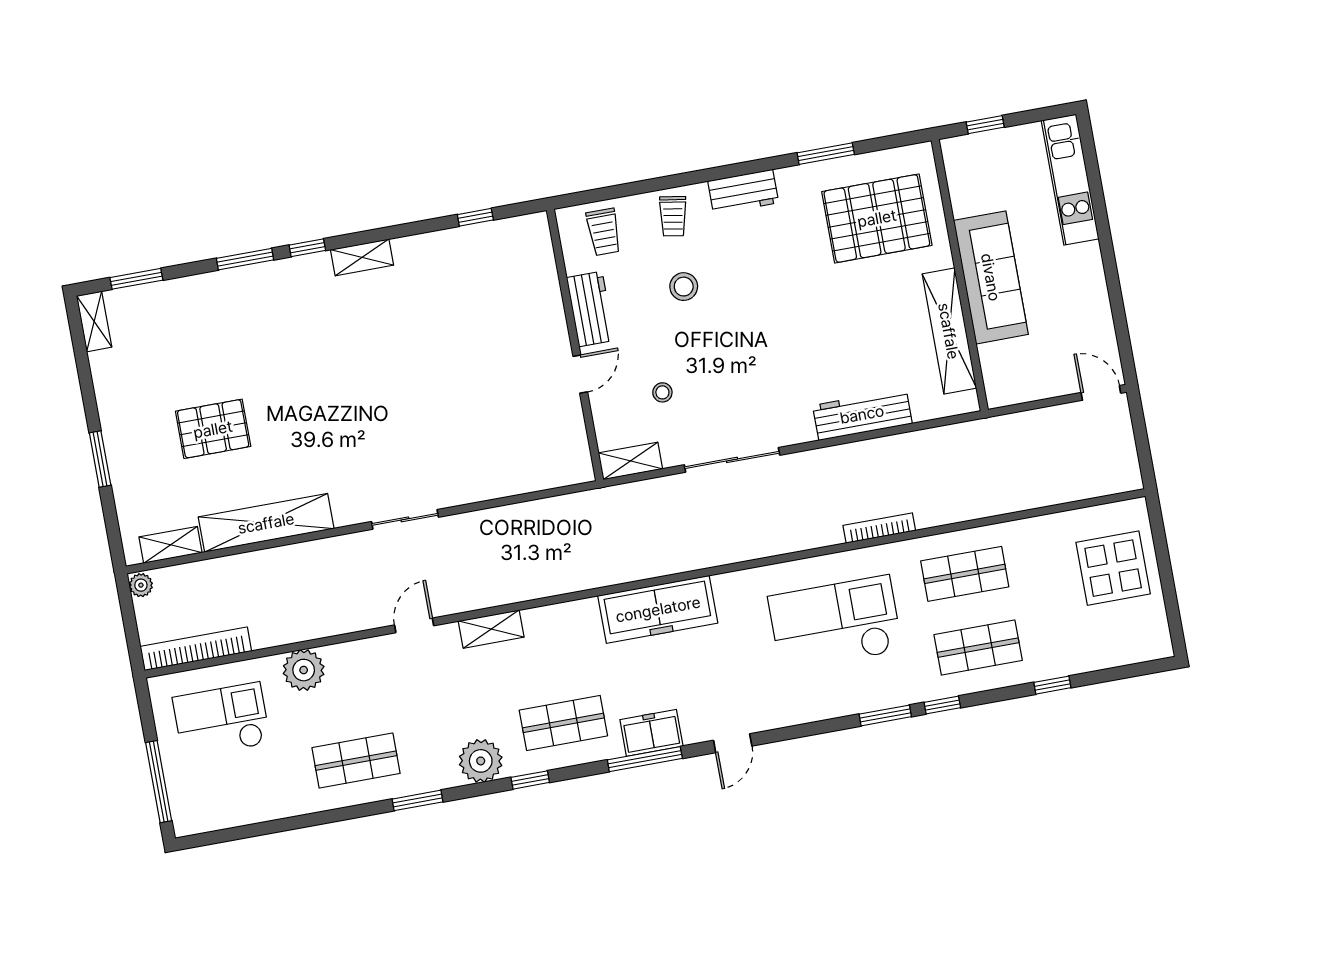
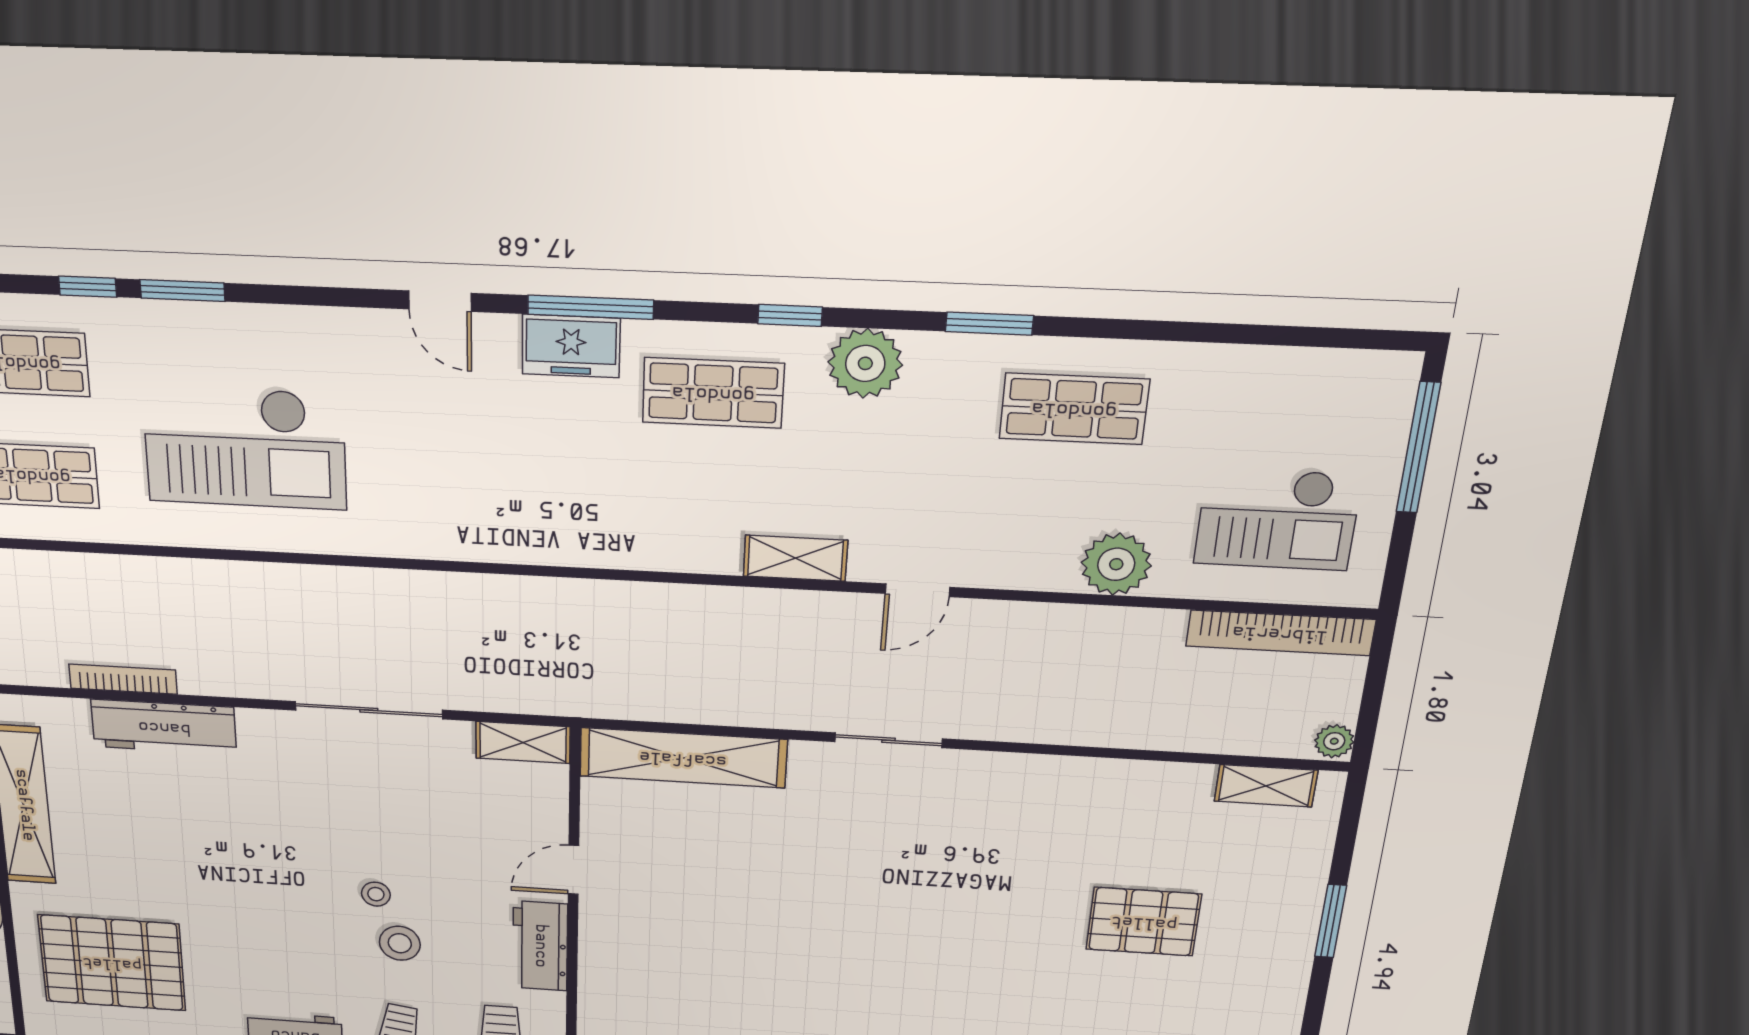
stool: (662, 392) -> (376, 894), moved
shelving: (266, 523) -> (683, 758), moved
bookcase: (879, 528) -> (123, 679), moved, turned 180
freezer: (658, 609) -> (523, 529), removed
door: (733, 743) -> (440, 301), swing flipped

